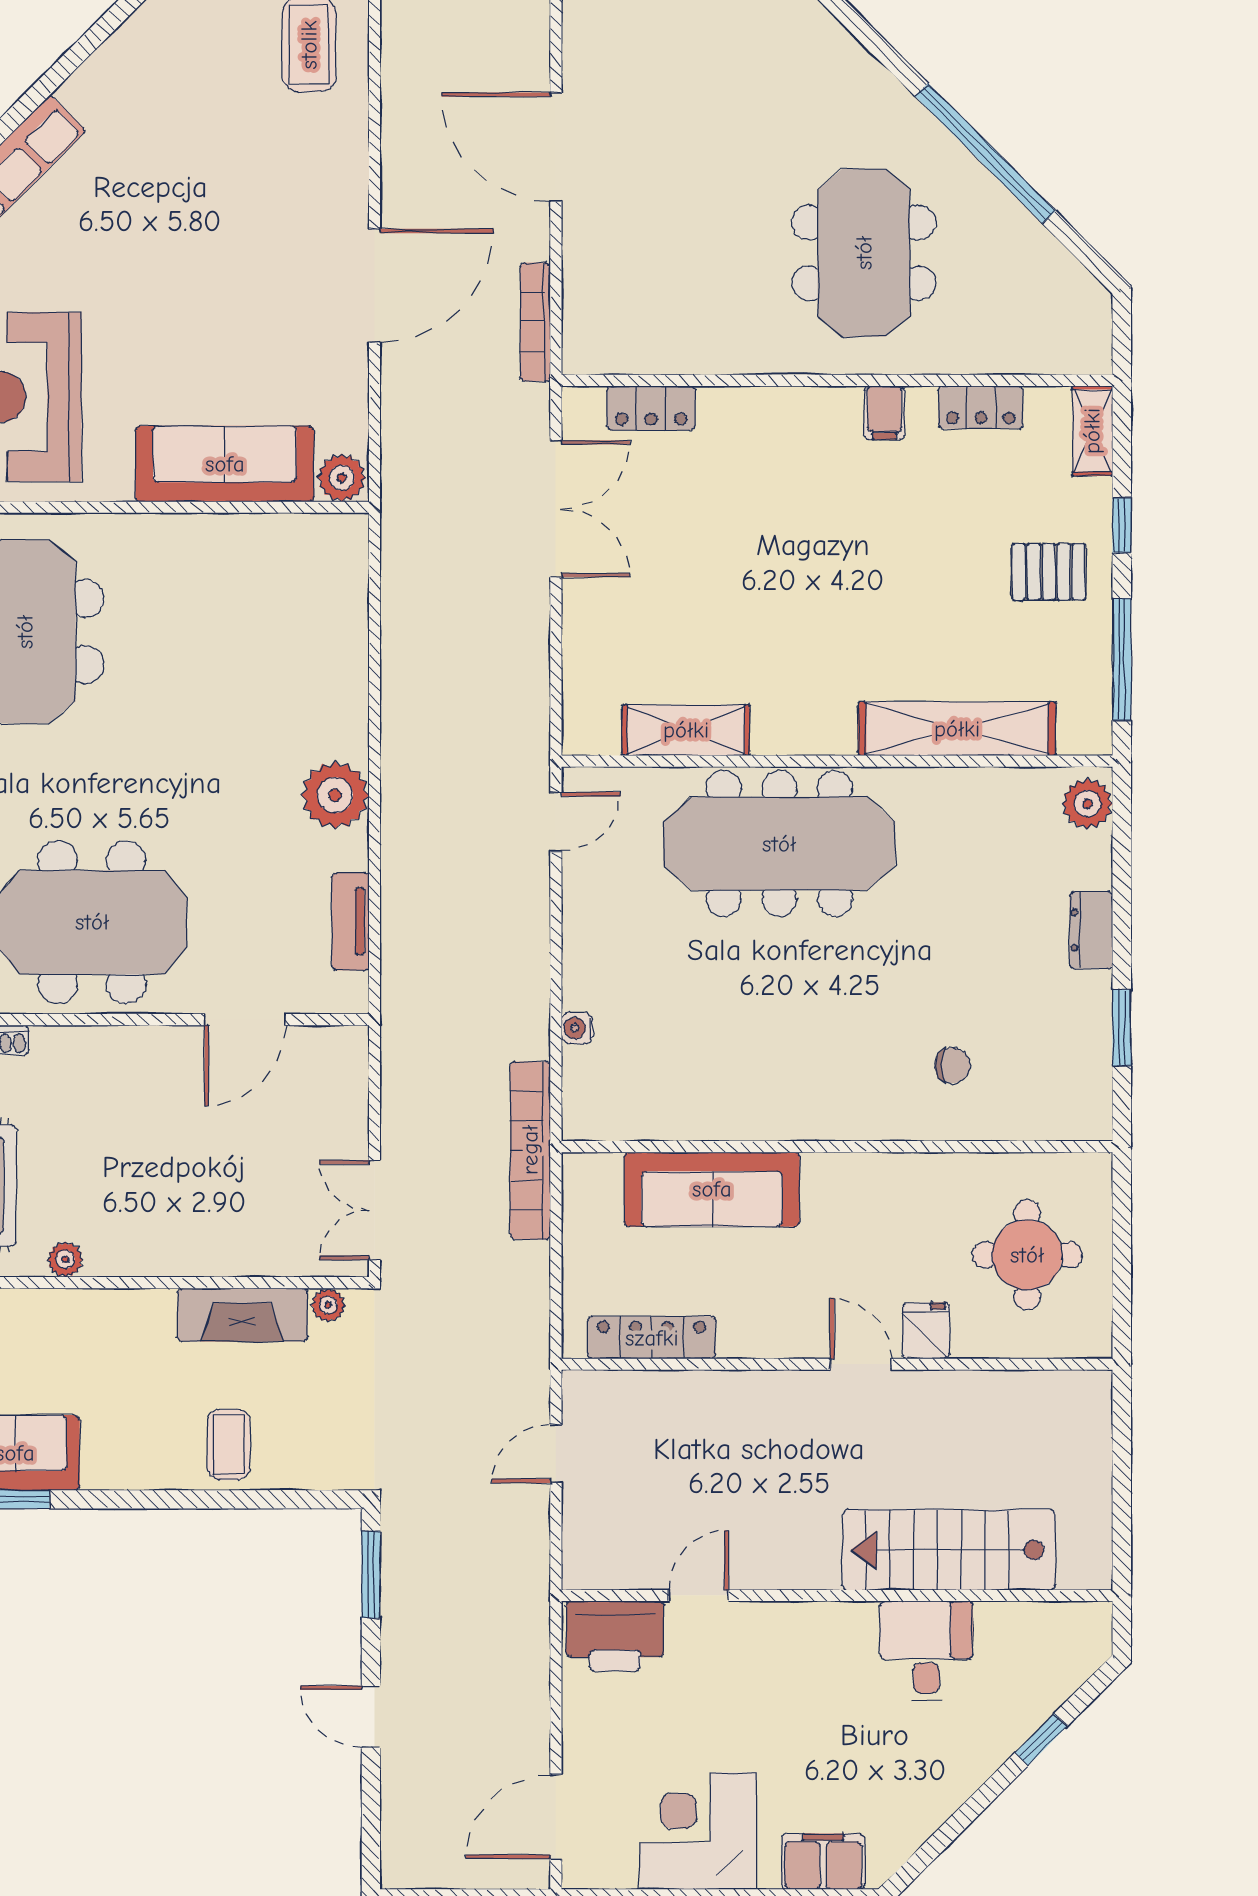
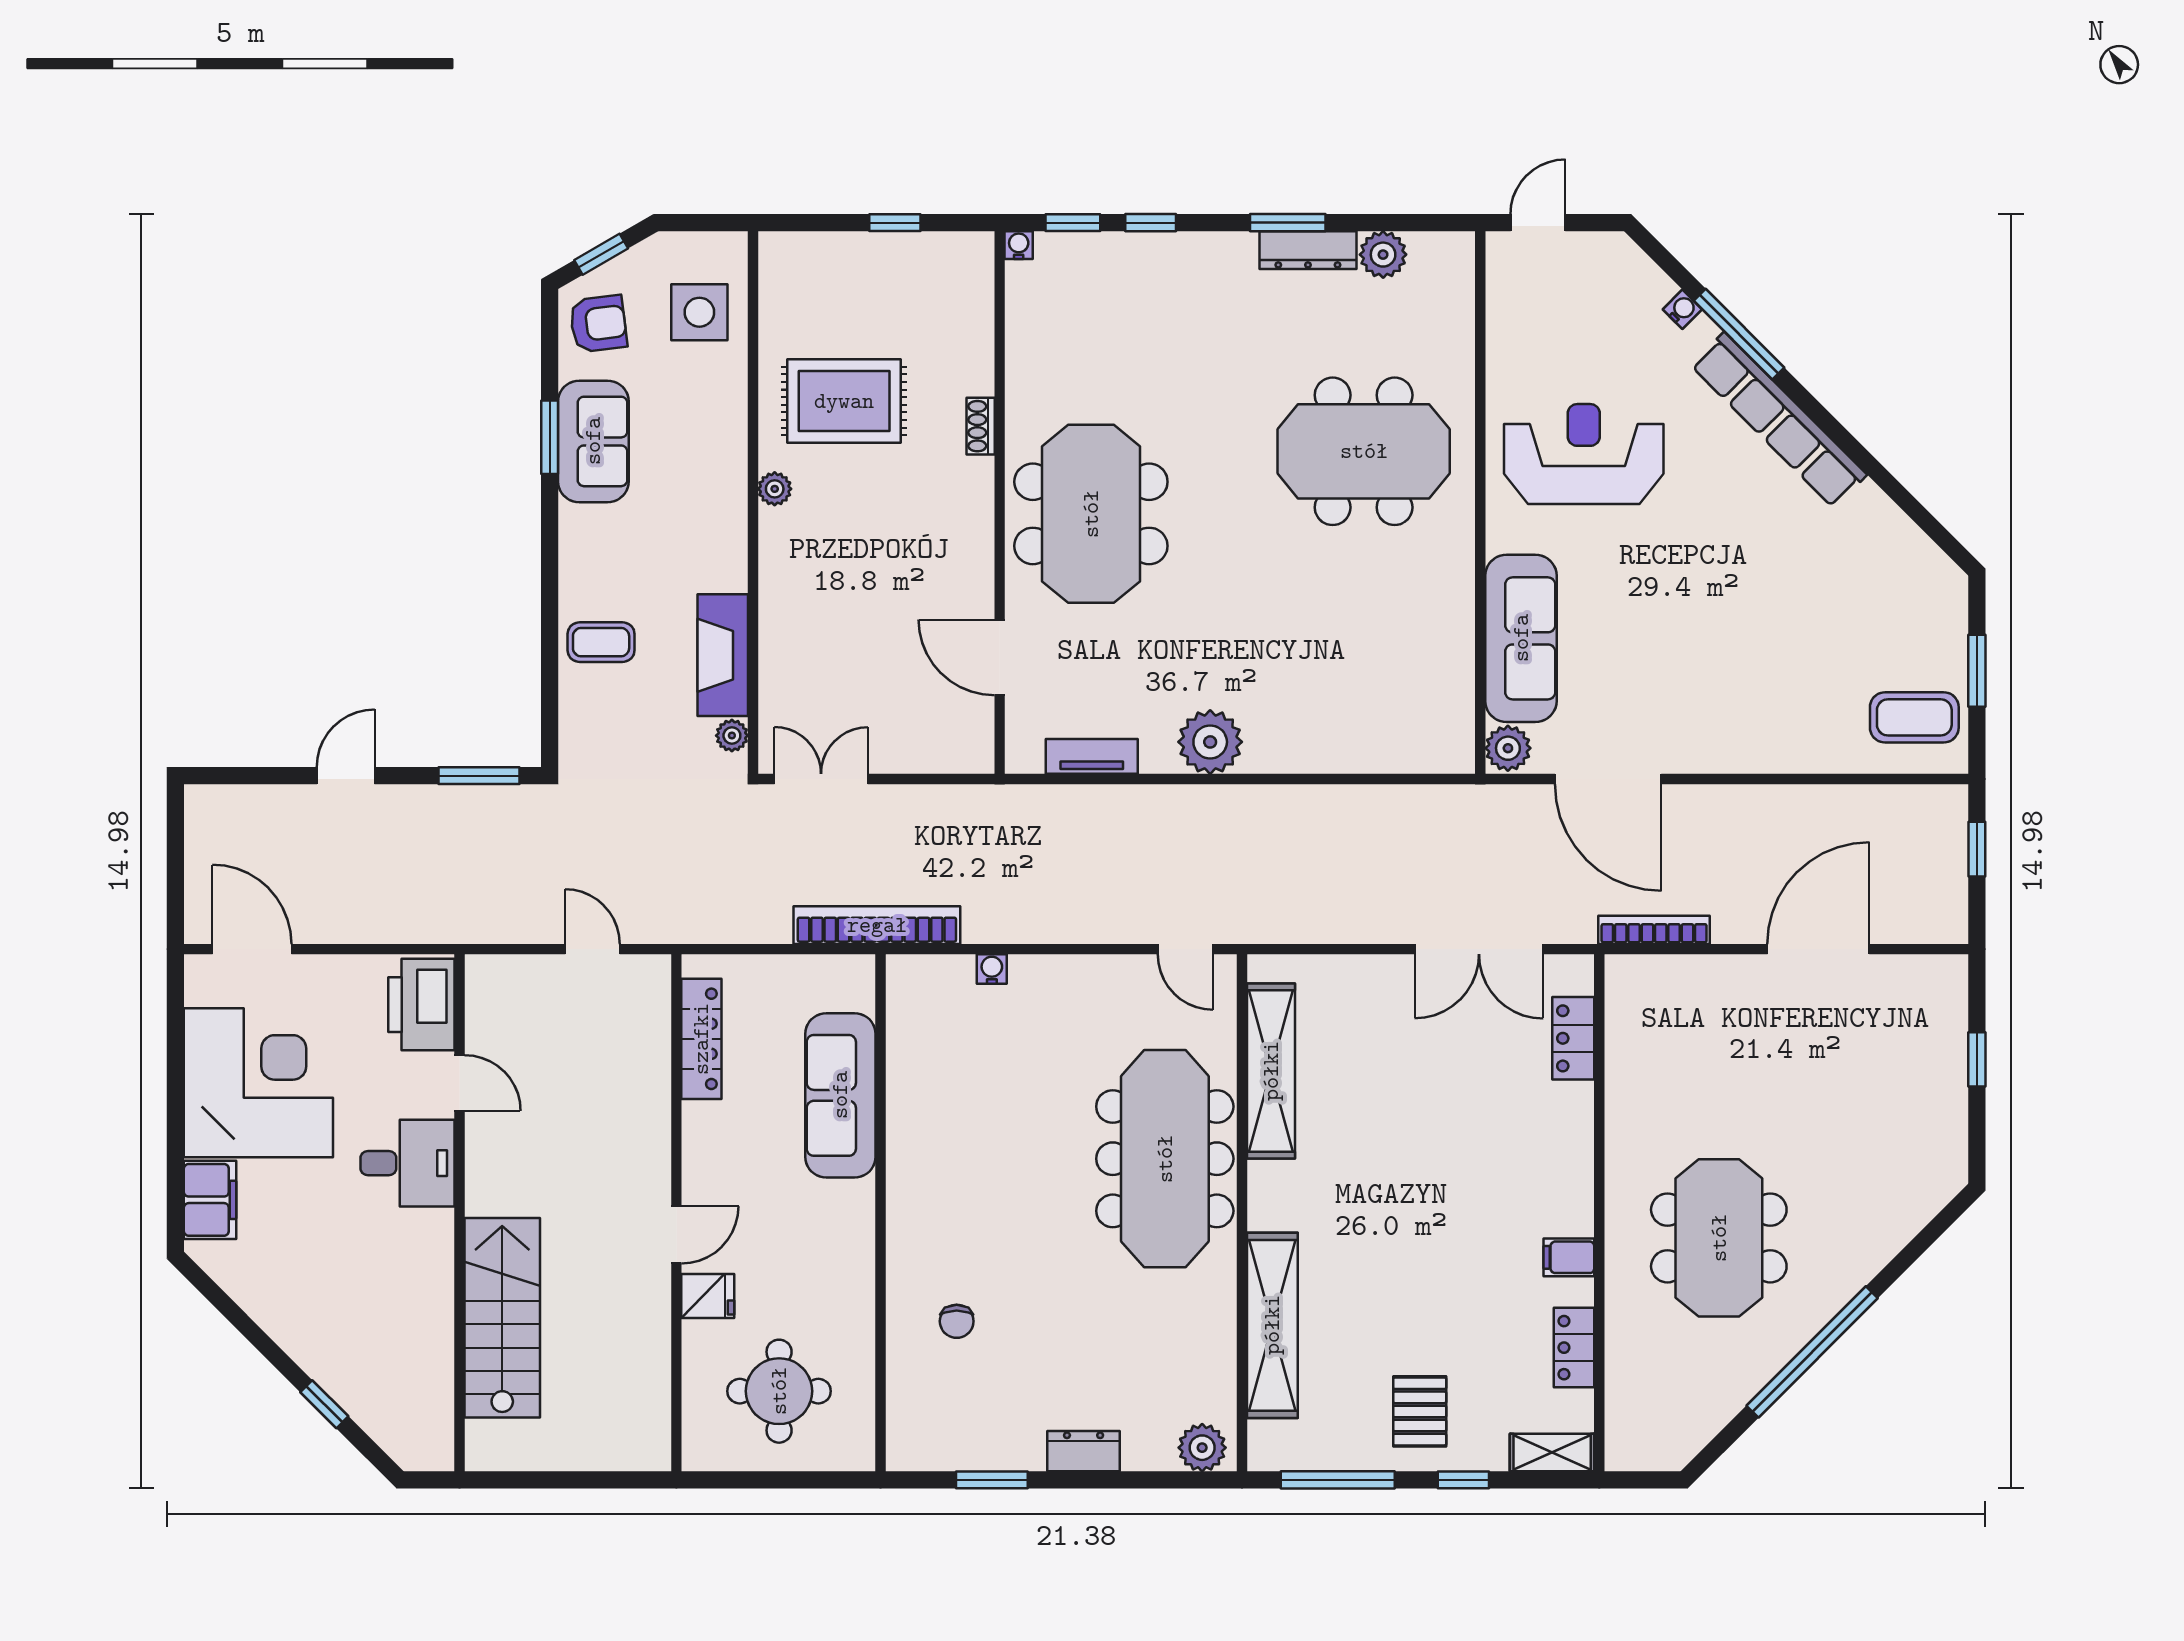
meeting table: (864, 253) -> (1719, 1238), turned 90
door: (375, 286) -> (1608, 779), moved
shelving: (686, 730) -> (1271, 1071), width x1.47
desk: (926, 1651) -> (407, 1163), moved
corner desk: (698, 1831) -> (258, 1083), width x1.36, depth x1.36

